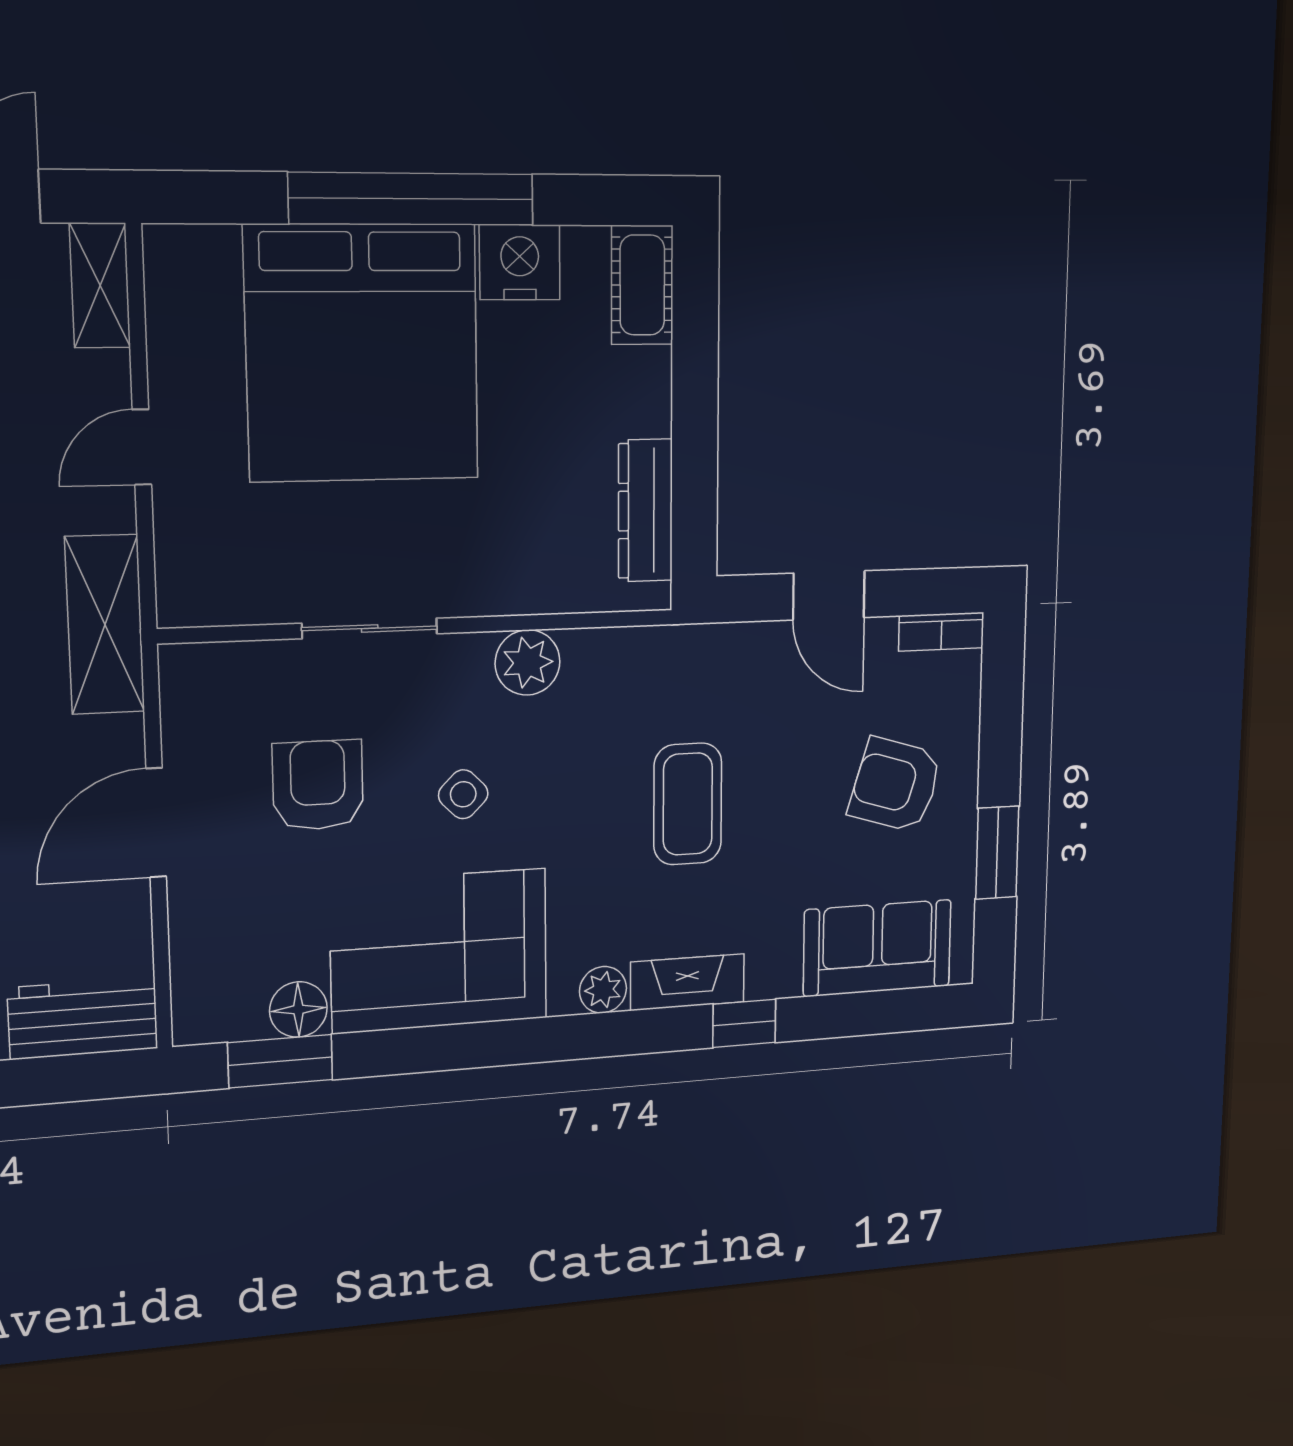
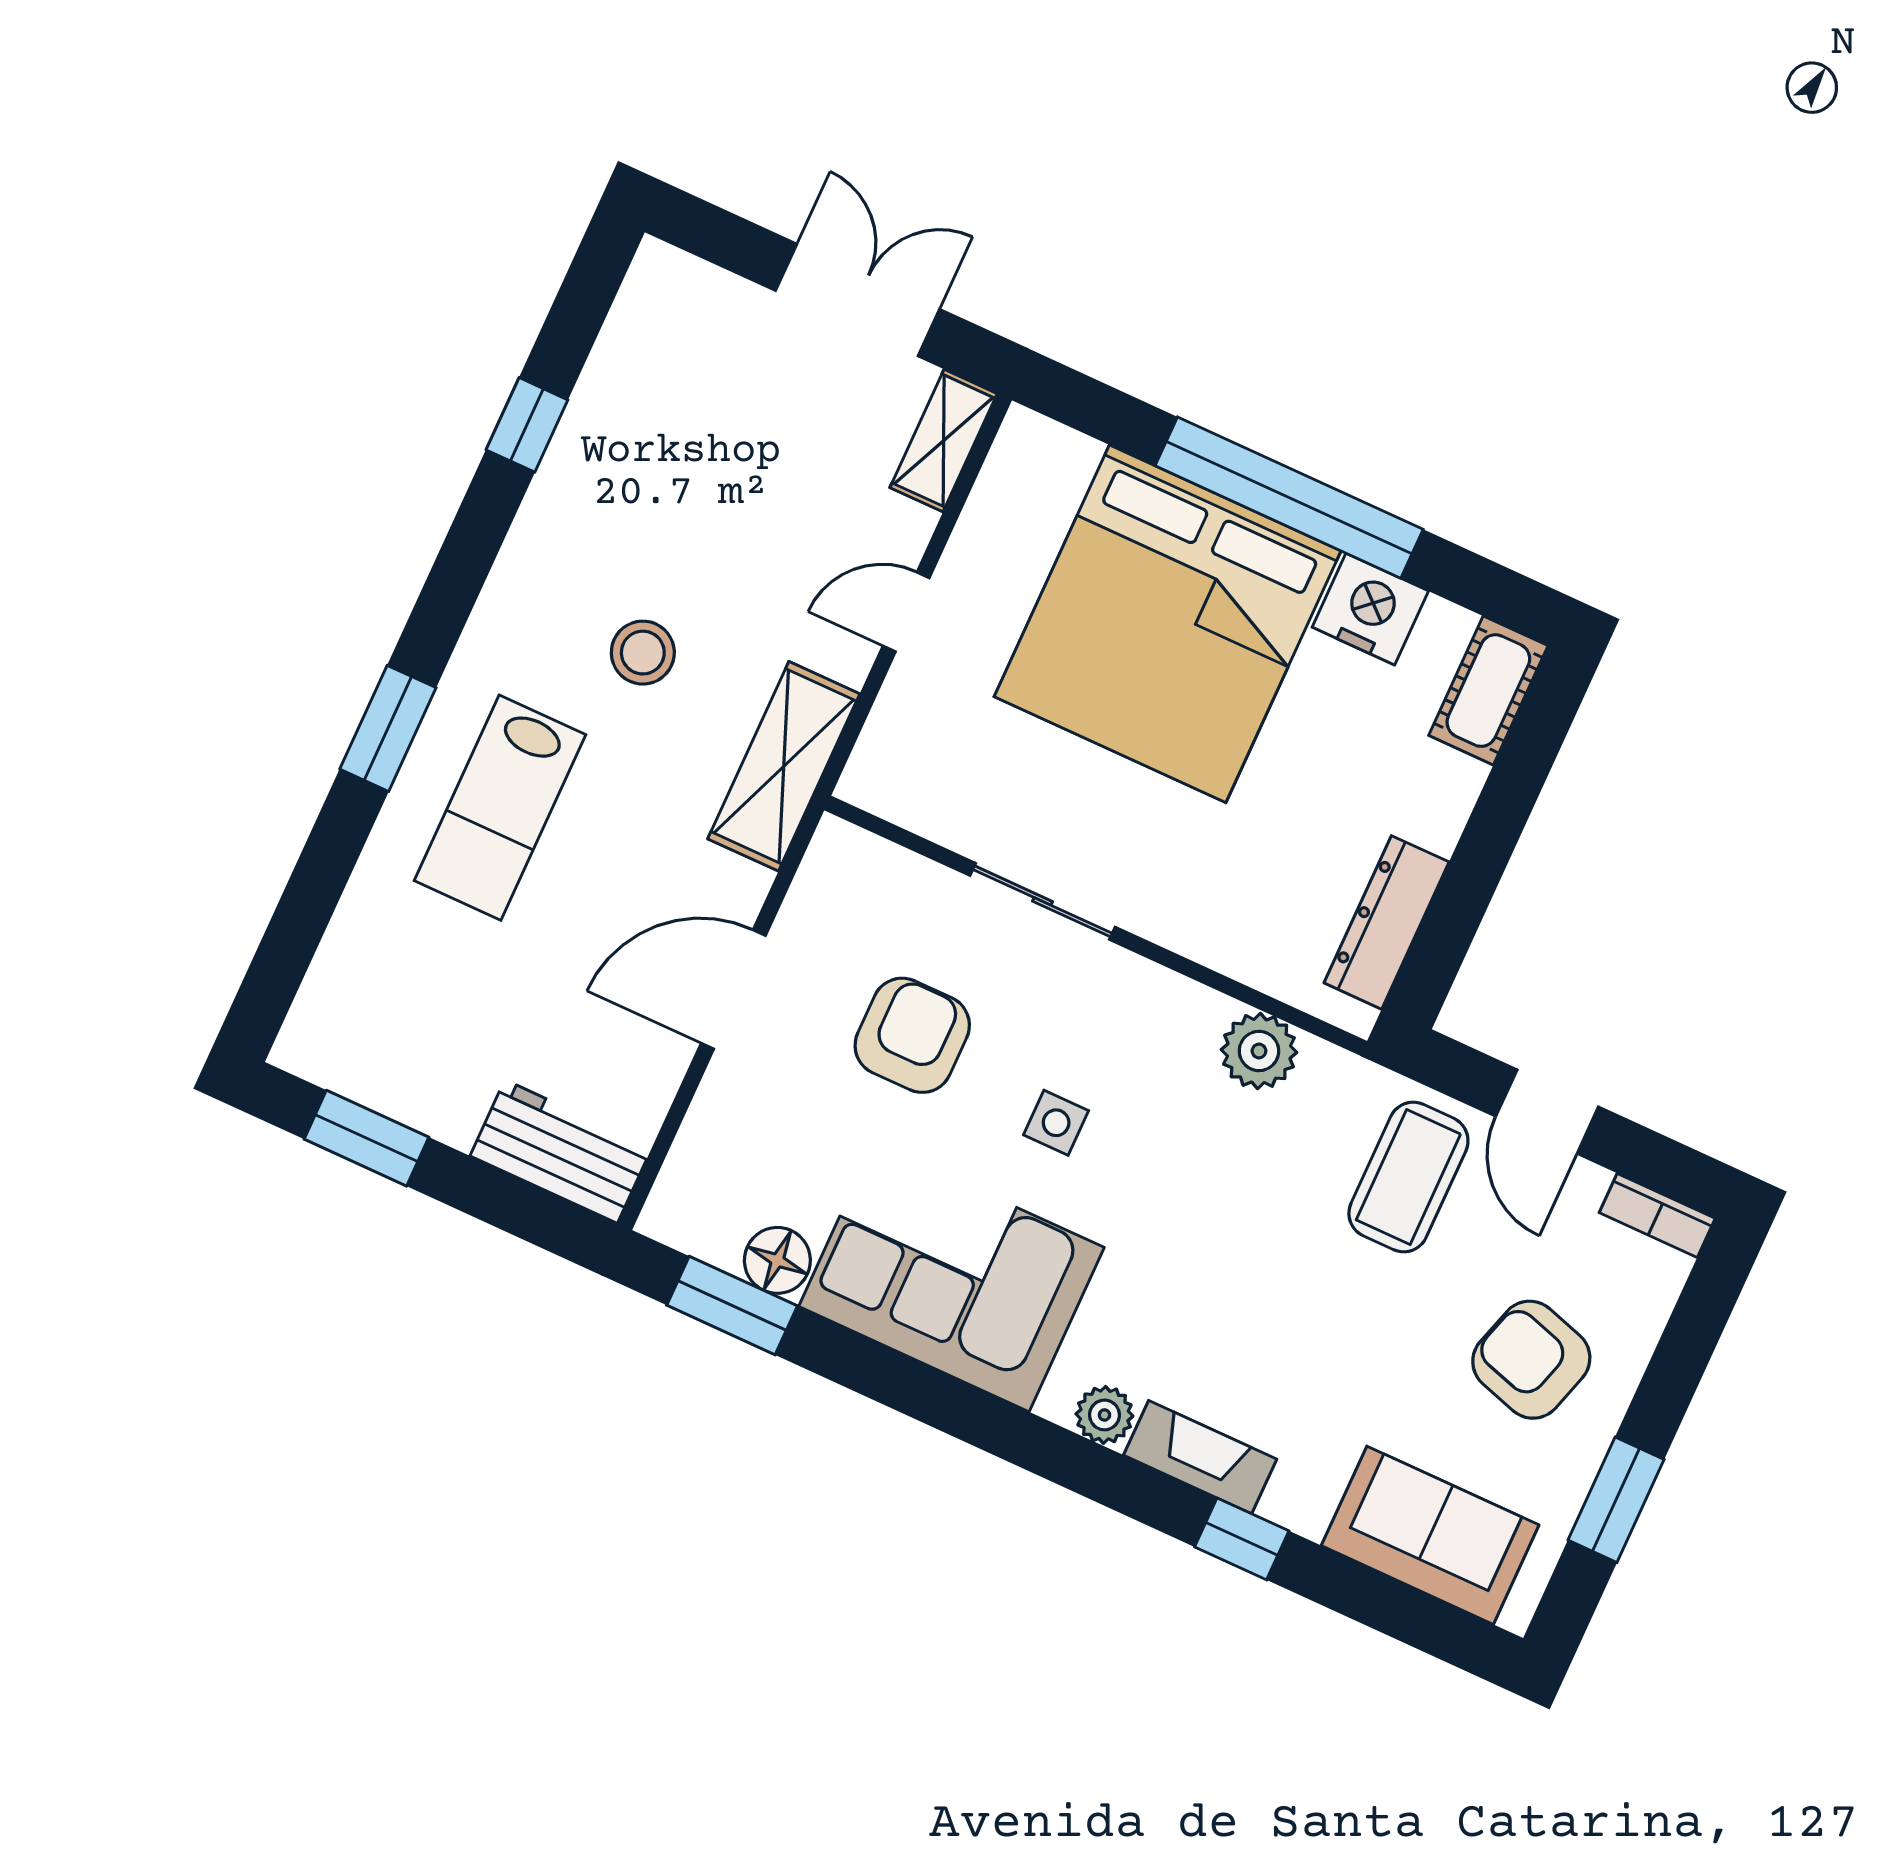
plant: (528, 662) -> (1259, 1051), moved
side table: (463, 794) -> (1056, 1123), turned 45
coffee table: (688, 804) -> (1408, 1177), moved

